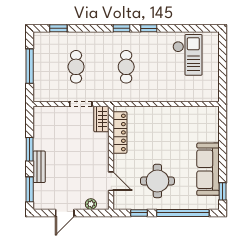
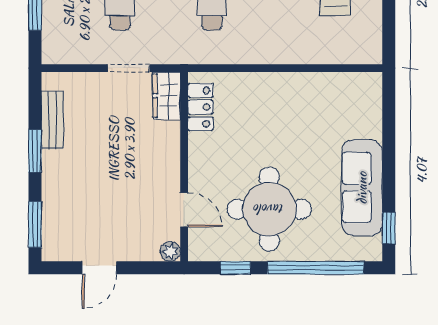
locker: (120, 132) -> (200, 107), width x0.66
bench: (39, 167) -> (52, 120), moved
round table: (157, 181) -> (269, 209), width x1.36, depth x1.36
plant: (91, 204) -> (170, 252), moved

